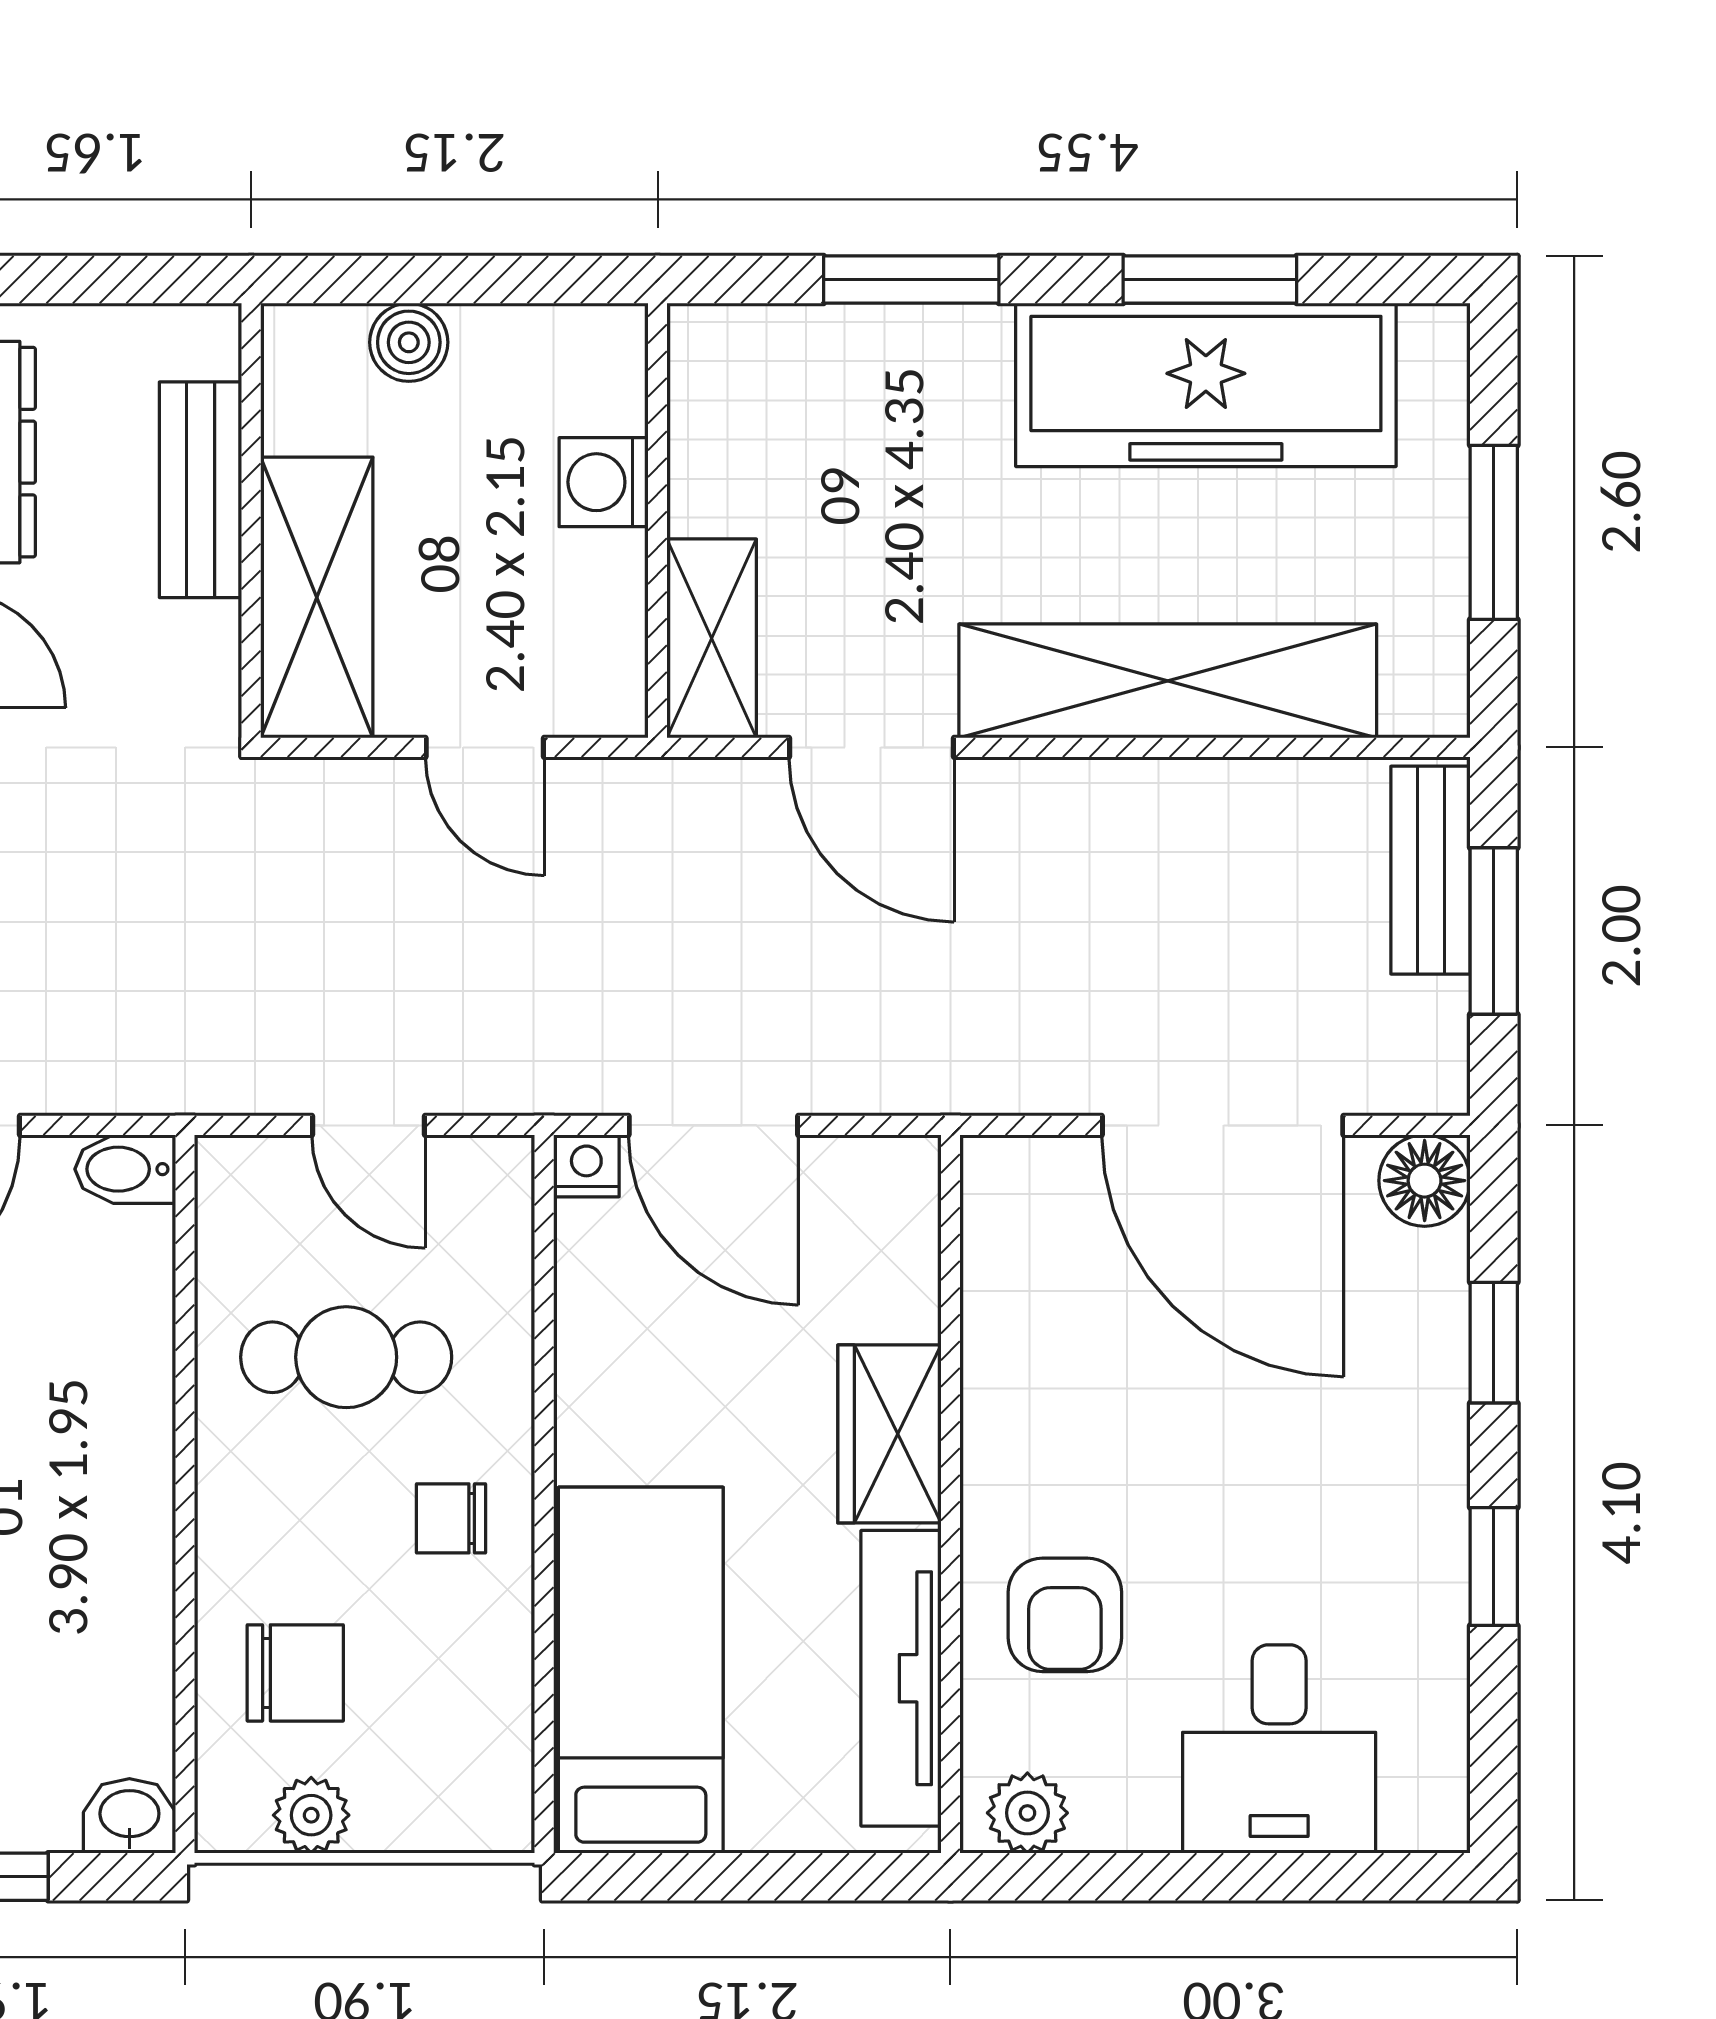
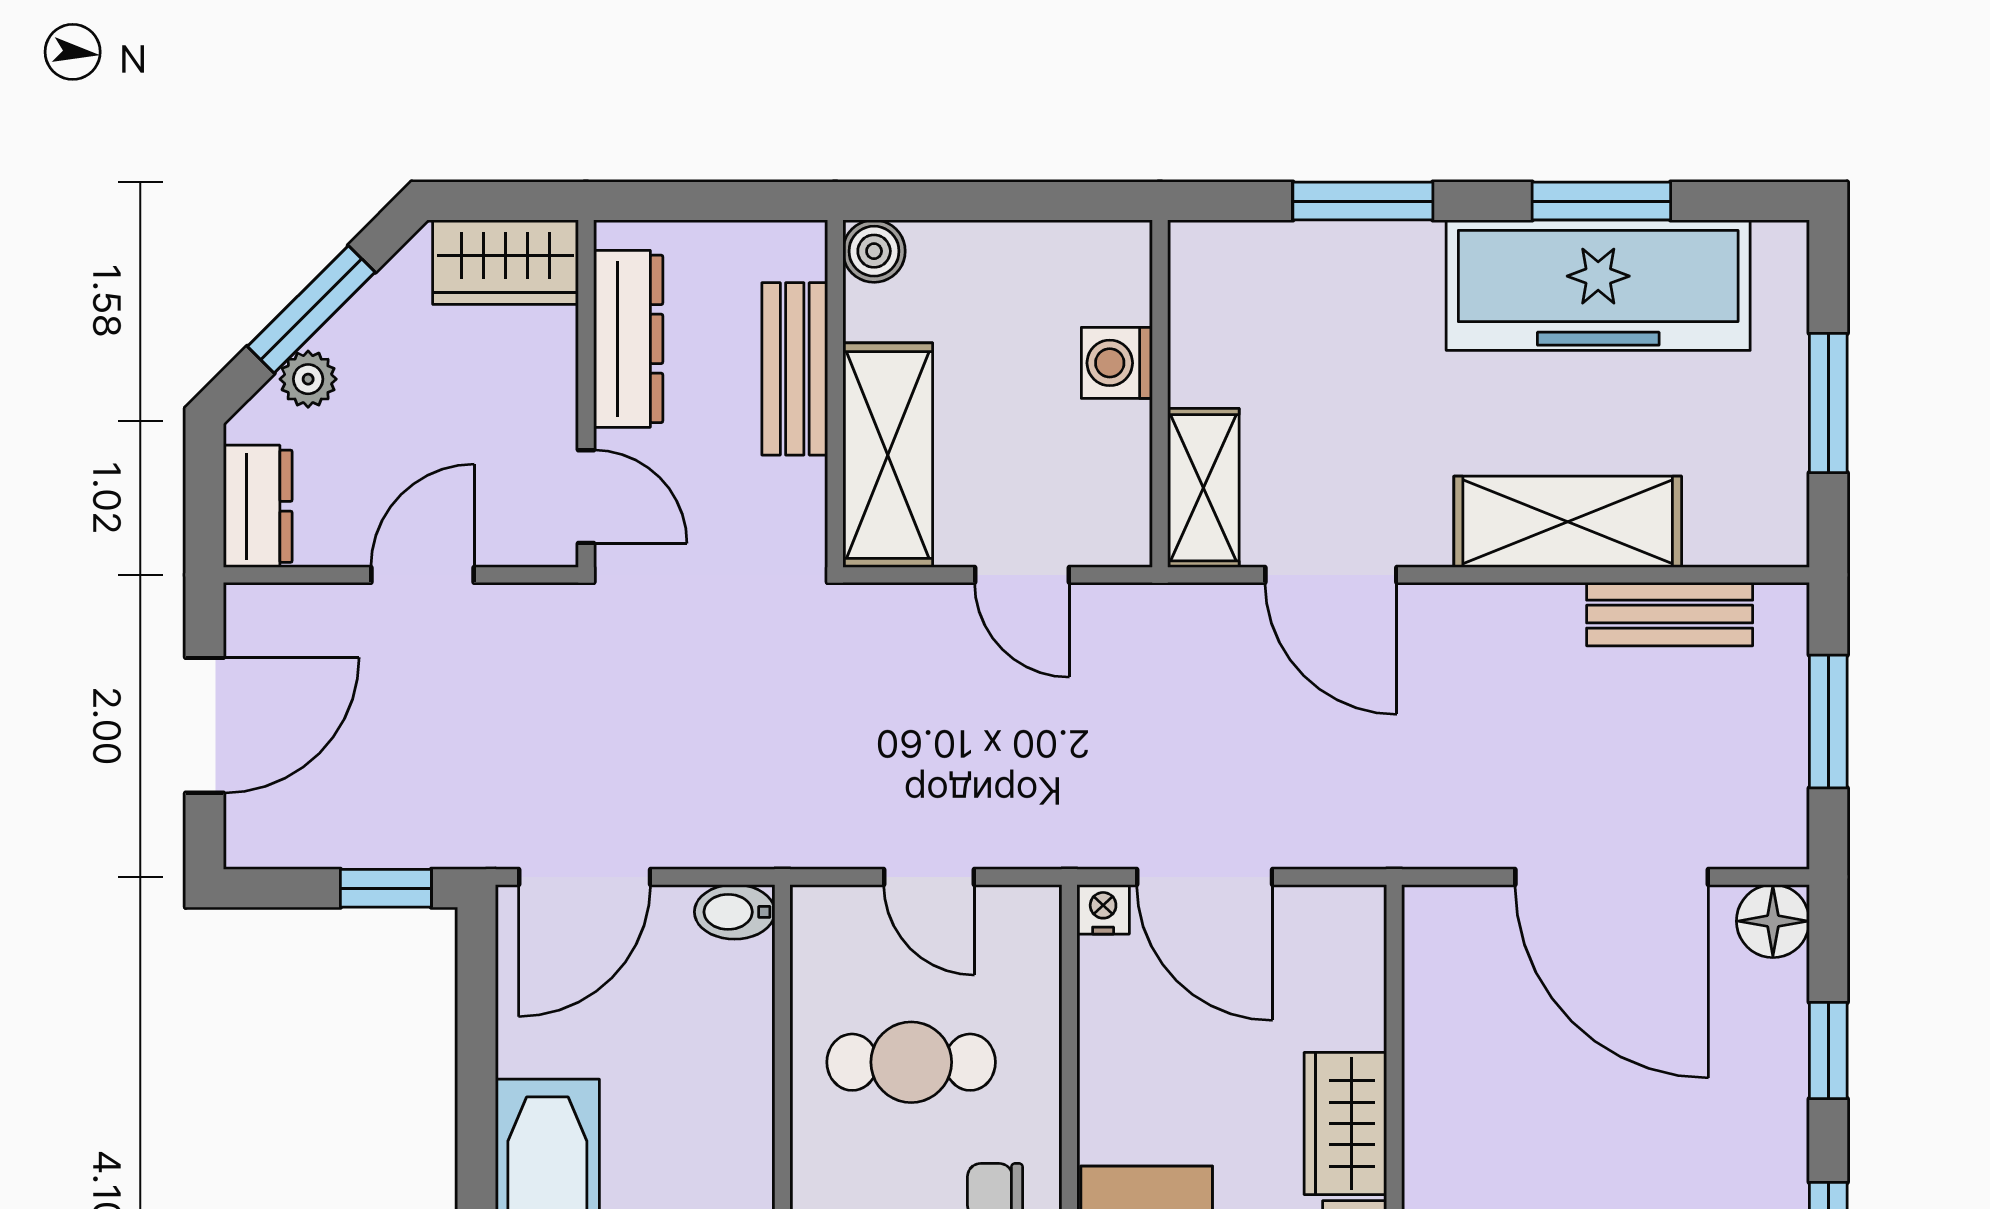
boiler: (409, 342) -> (874, 251), moved
shelving: (1168, 681) -> (1568, 522), width x0.68
bench: (1431, 870) -> (1670, 614), moved, turned 90

